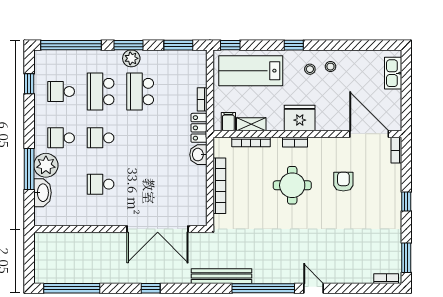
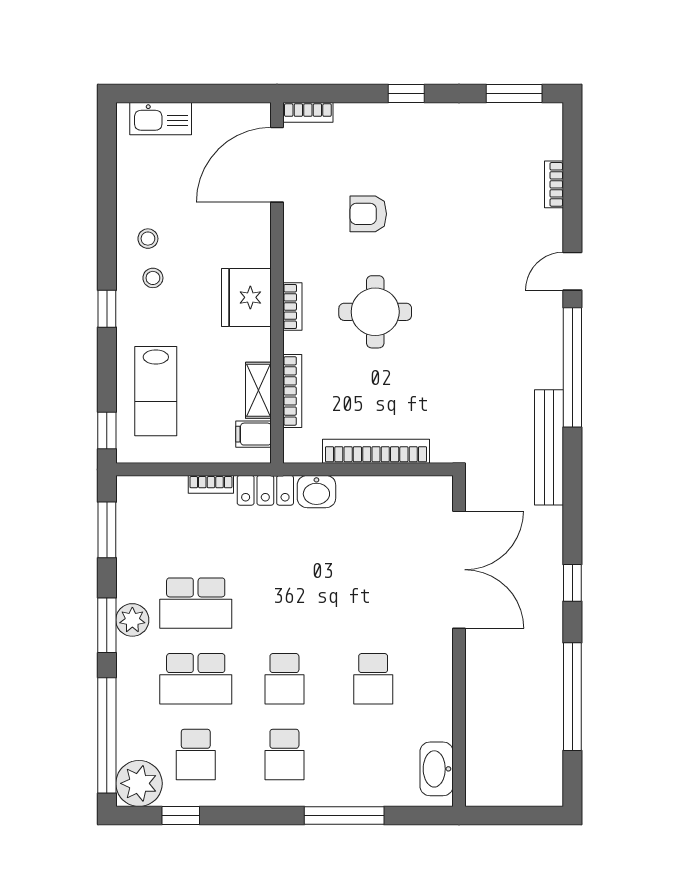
lab bench: (251, 71) -> (156, 391), width x0.73, depth x0.72
plant: (46, 165) -> (139, 783), moved
washbasin: (42, 193) -> (437, 769), moved, turned -90
bookcase: (386, 279) -> (554, 184), moved
window: (72, 288) -> (572, 697), moved

